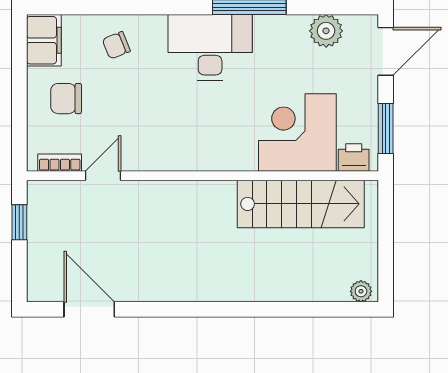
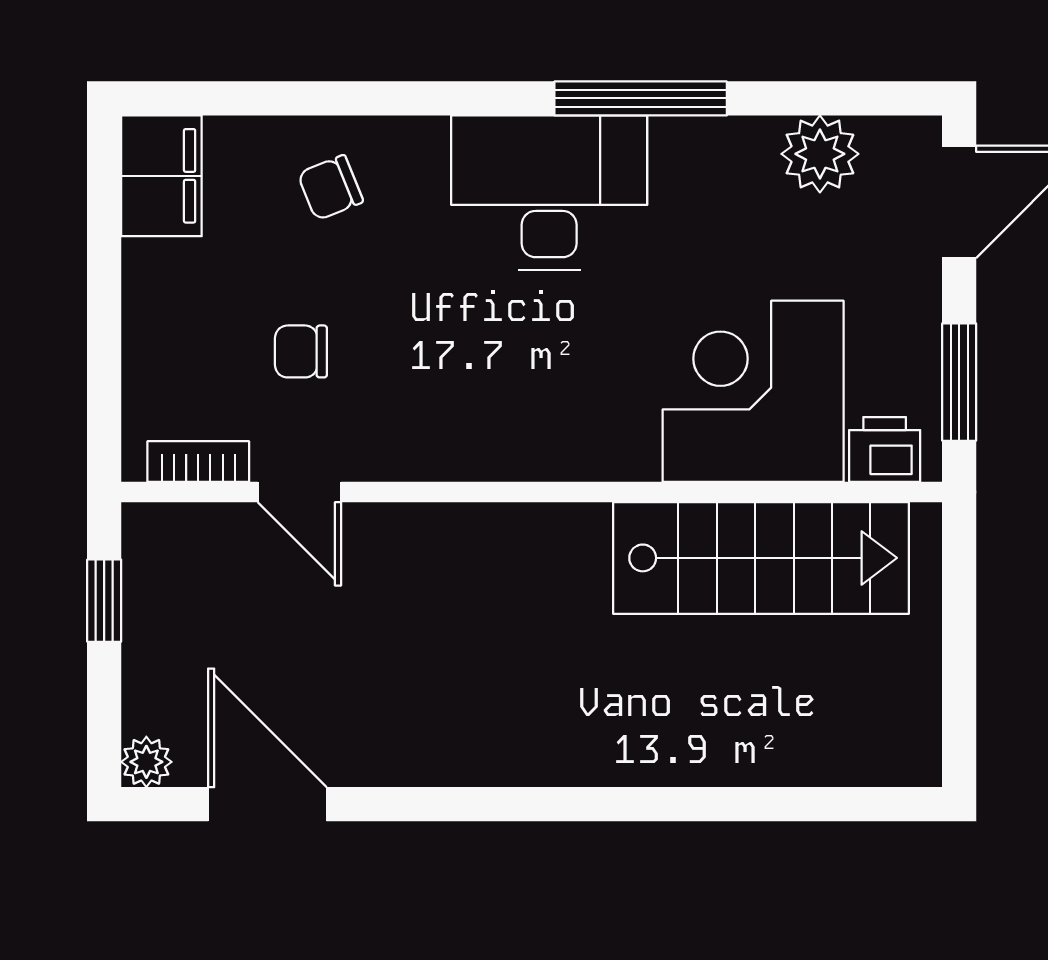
chair: (66, 99) -> (301, 351), moved, width x0.73, depth x0.73
door: (103, 176) -> (299, 492), swing flipped
plant: (361, 291) -> (146, 762), moved

